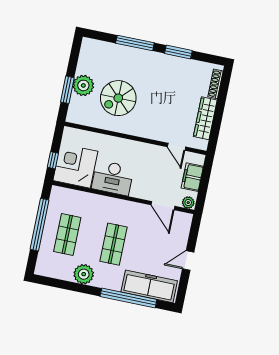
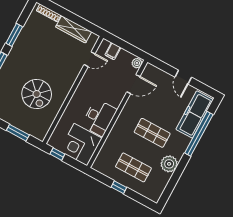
plant: (83, 85) -> (18, 119), removed
window: (53, 160) -> (57, 154), moved
filing cabinet: (192, 177) -> (113, 51), width x0.50
window: (39, 225) -> (119, 187), width x0.32

